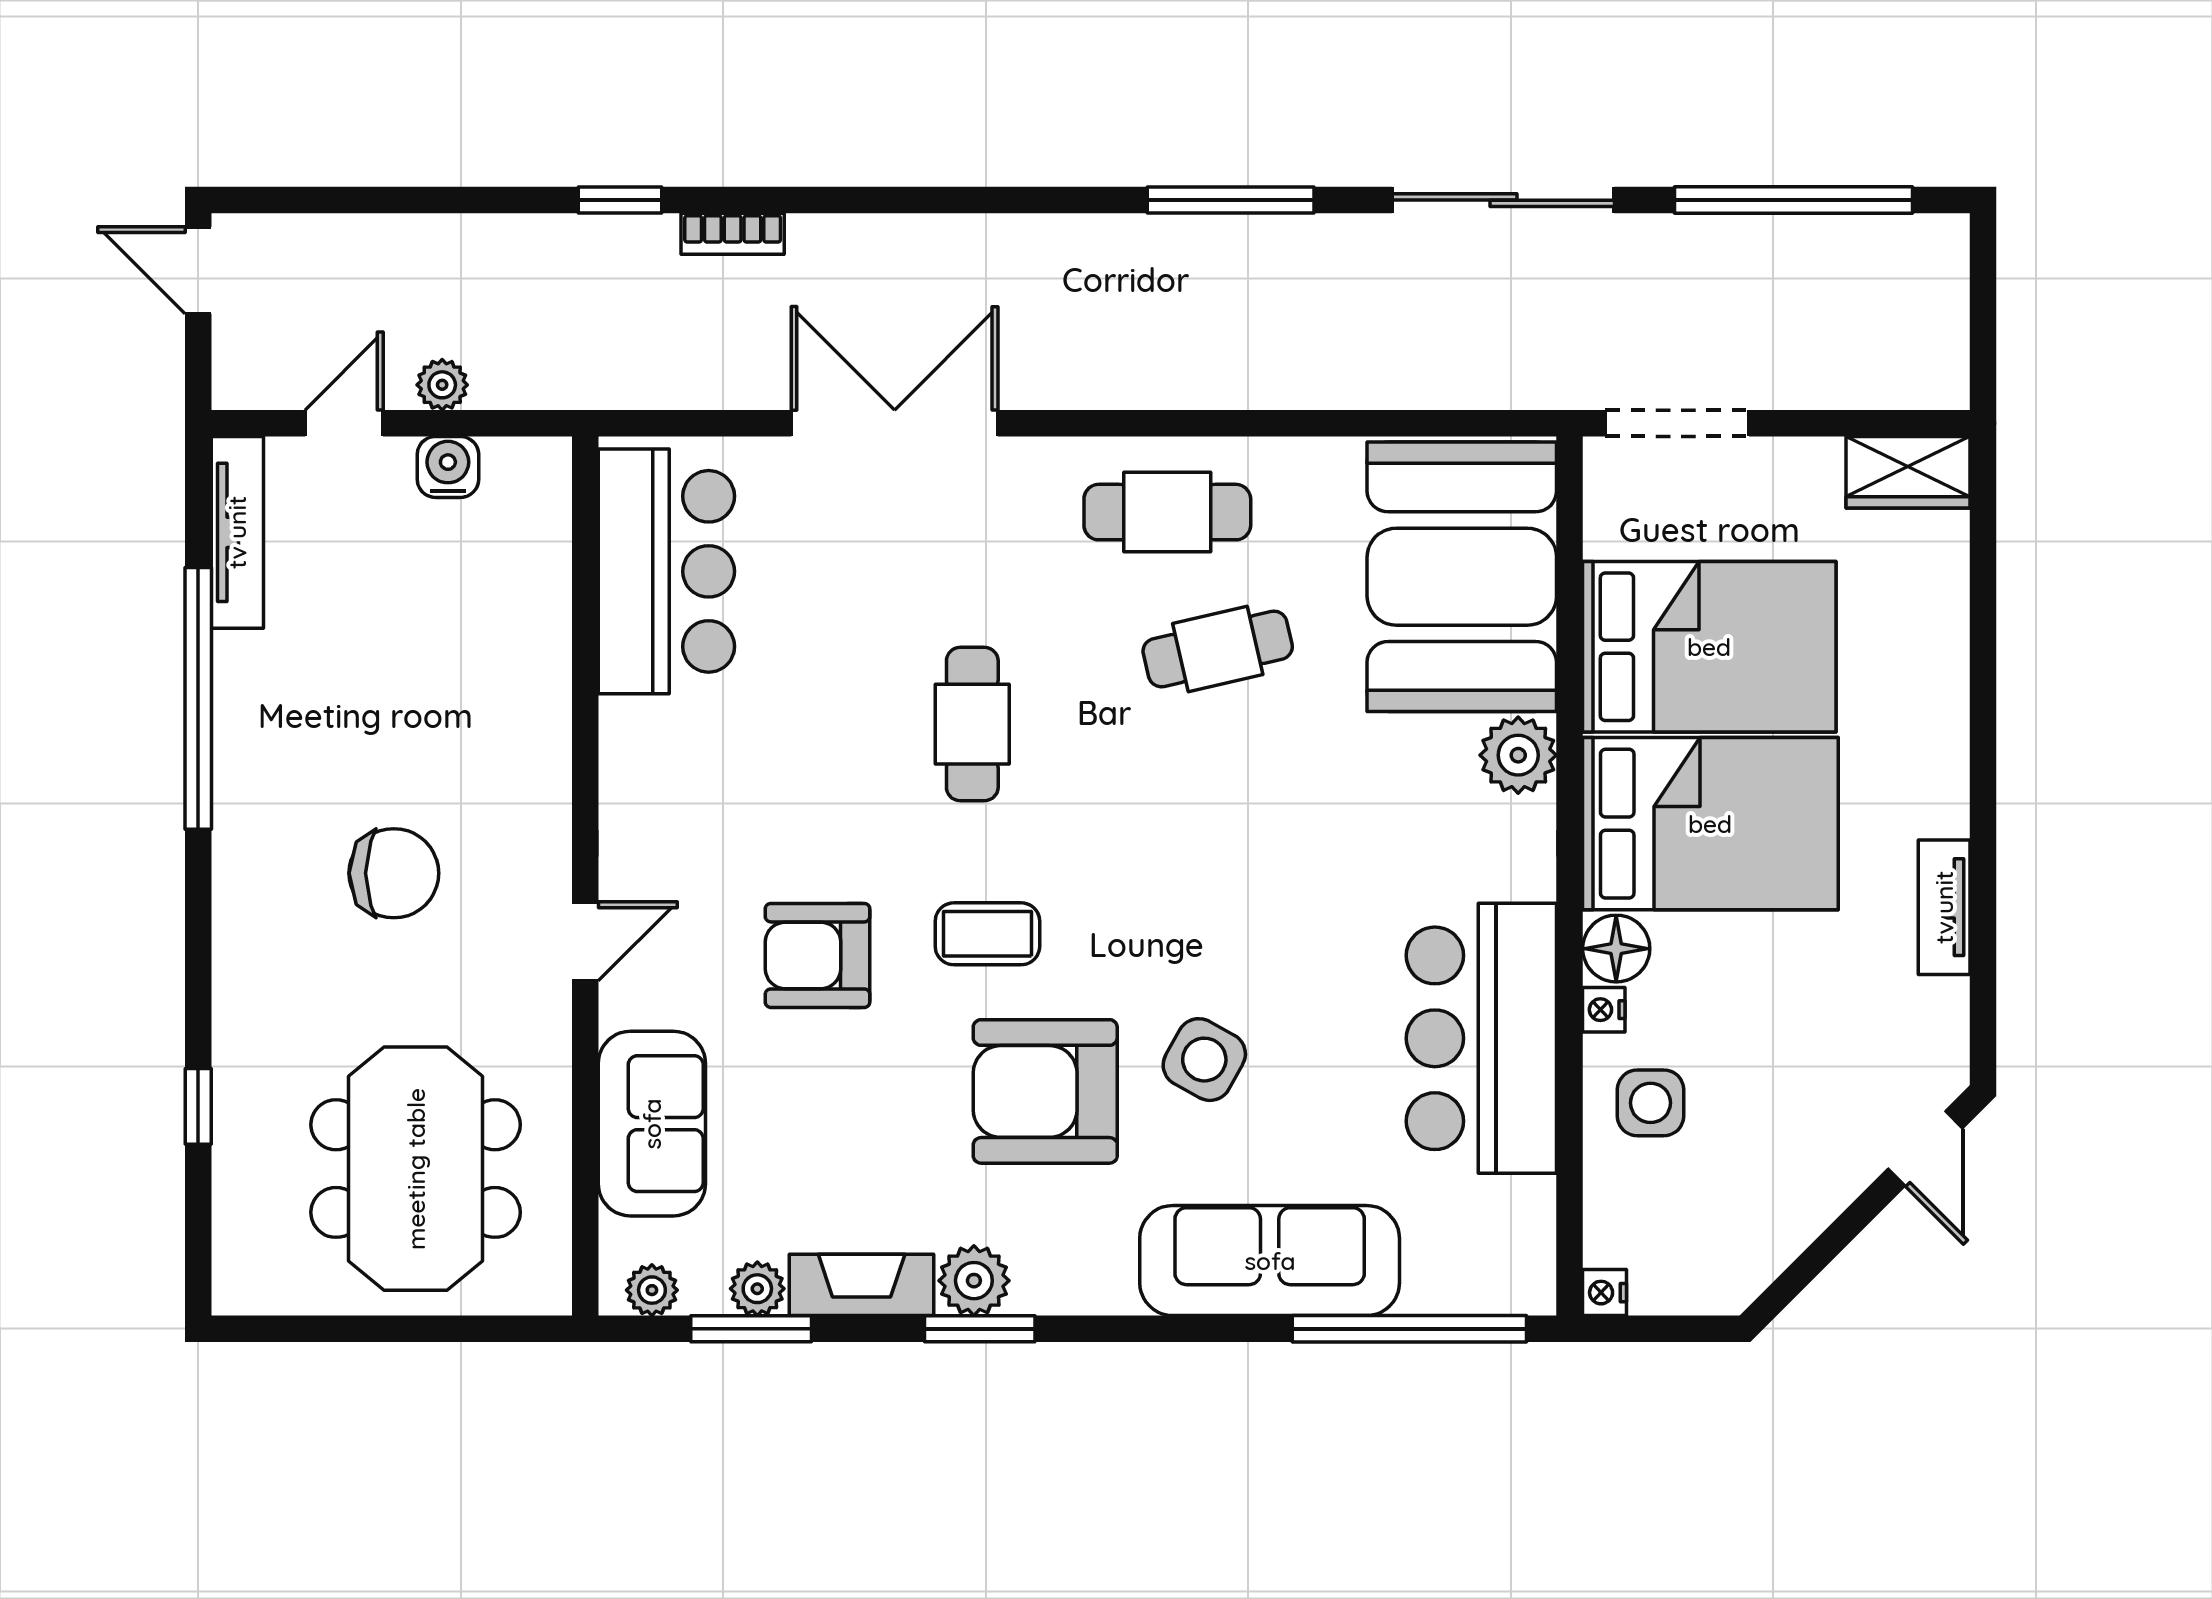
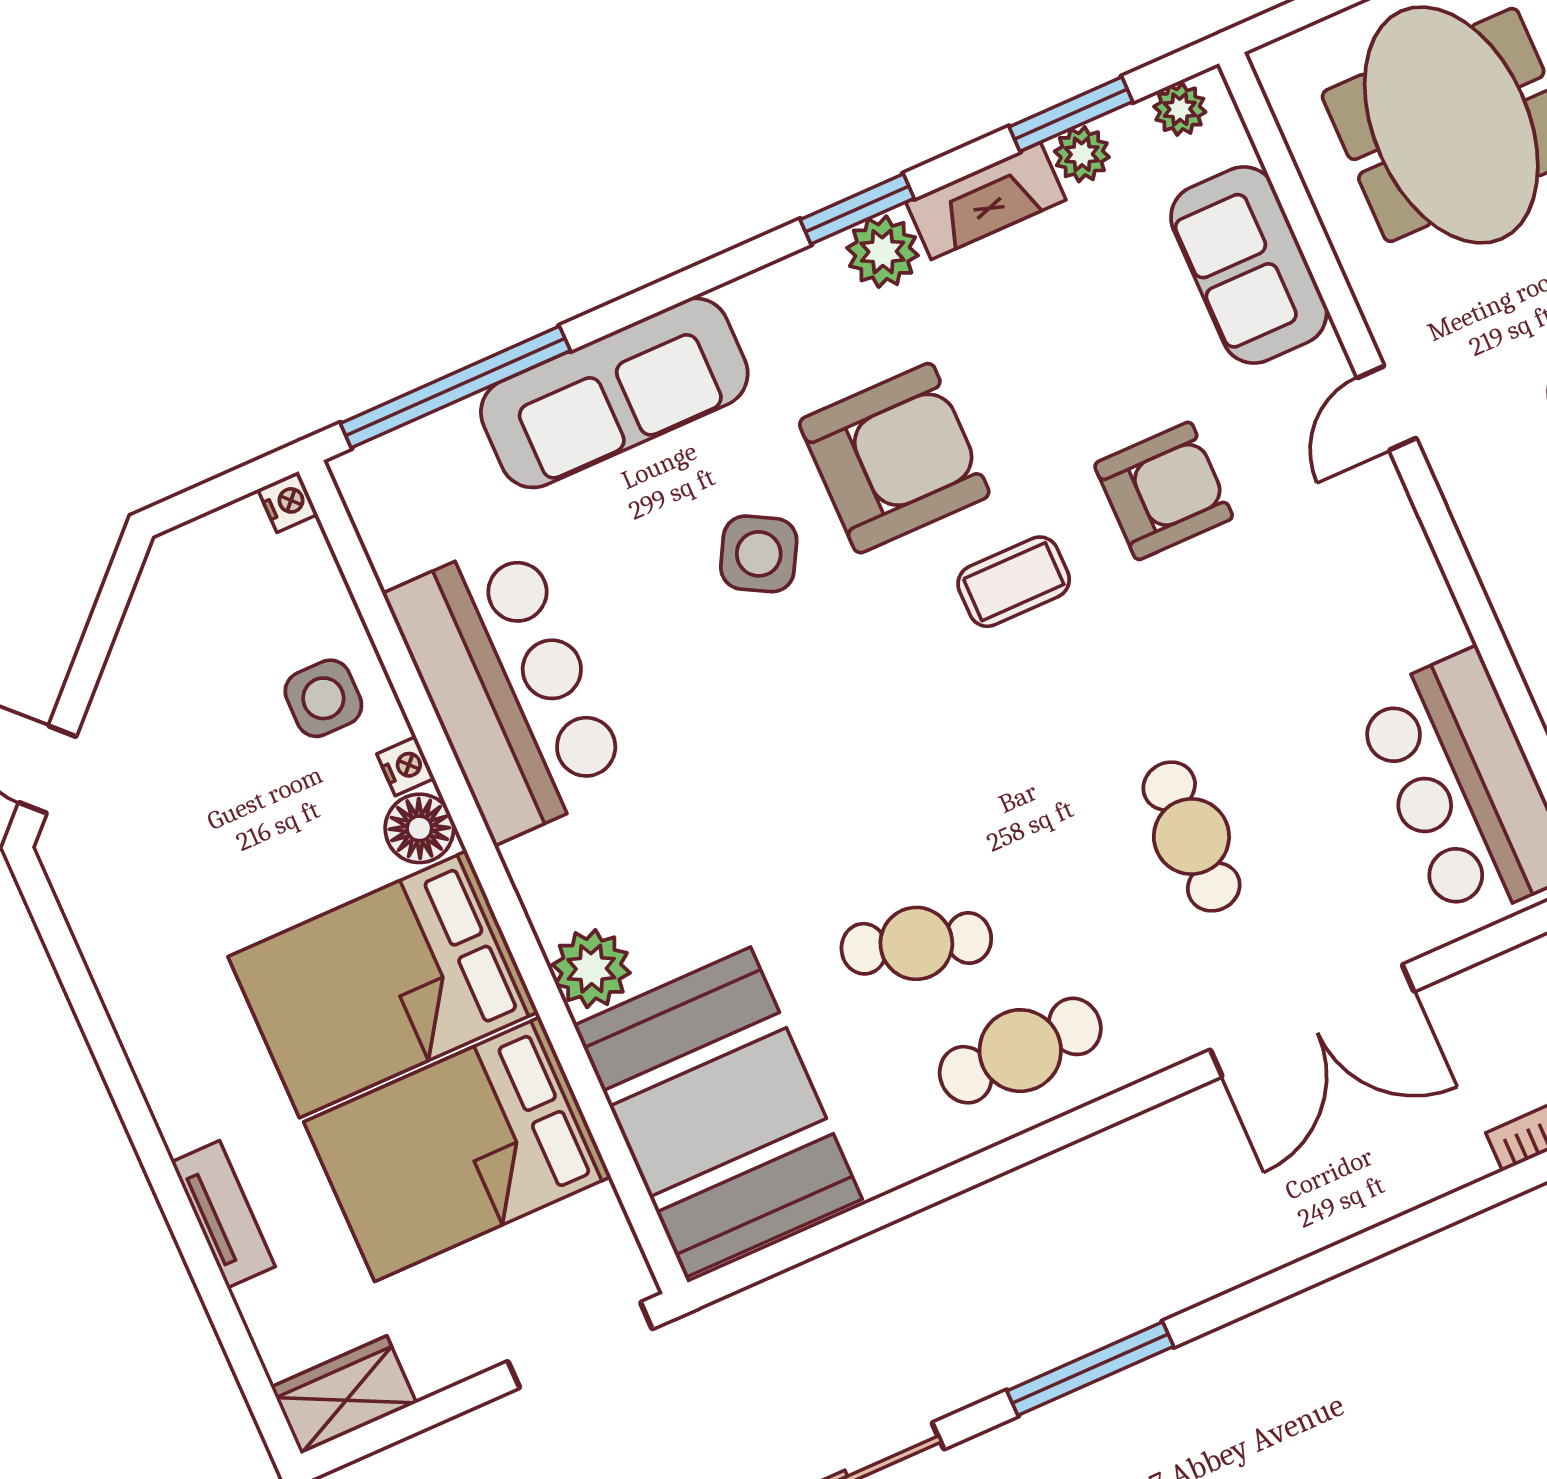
cafe table: (1218, 649) -> (916, 943), turned 31
cafe table: (972, 724) -> (1191, 837), moved
tv unit: (1944, 907) -> (223, 1214), moved

